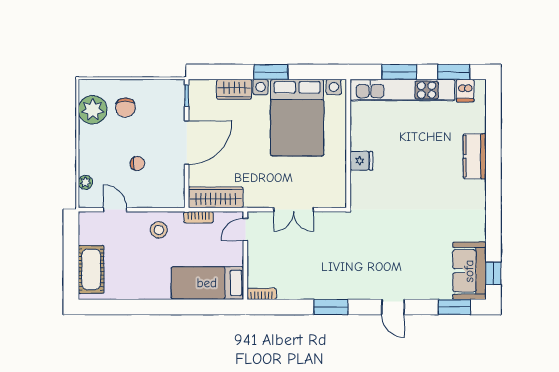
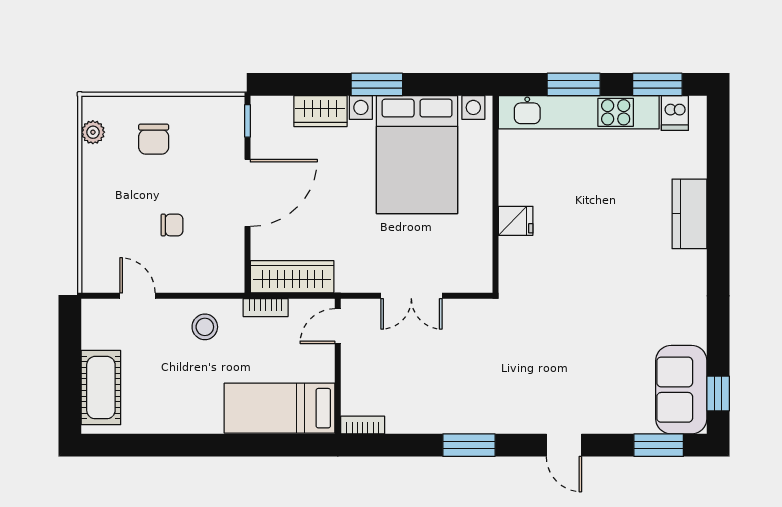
plant: (93, 110) -> (93, 132), width x0.53, depth x0.53
plant: (85, 182) -> (92, 254), removed

